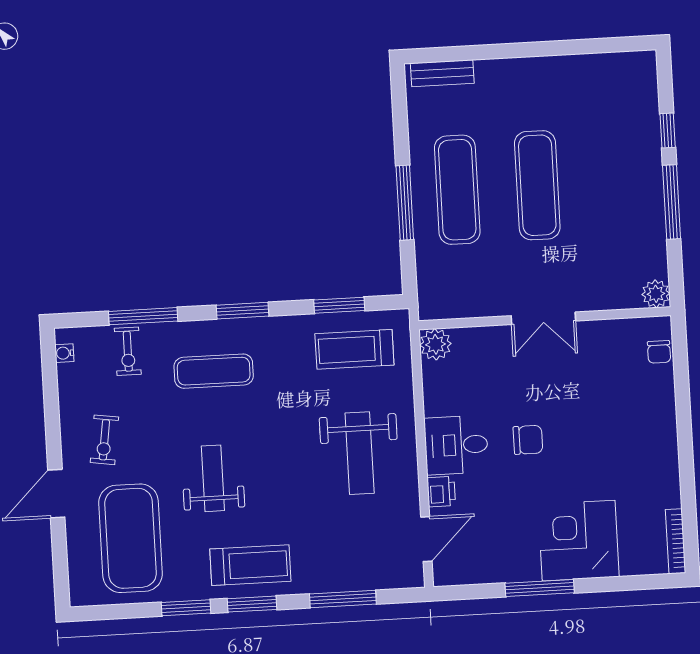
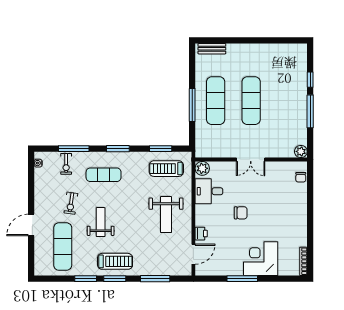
exercise bike: (104, 440) -> (71, 203), moved
desk: (456, 445) -> (209, 191), moved
exercise mat: (131, 538) -> (63, 247), width x0.68

